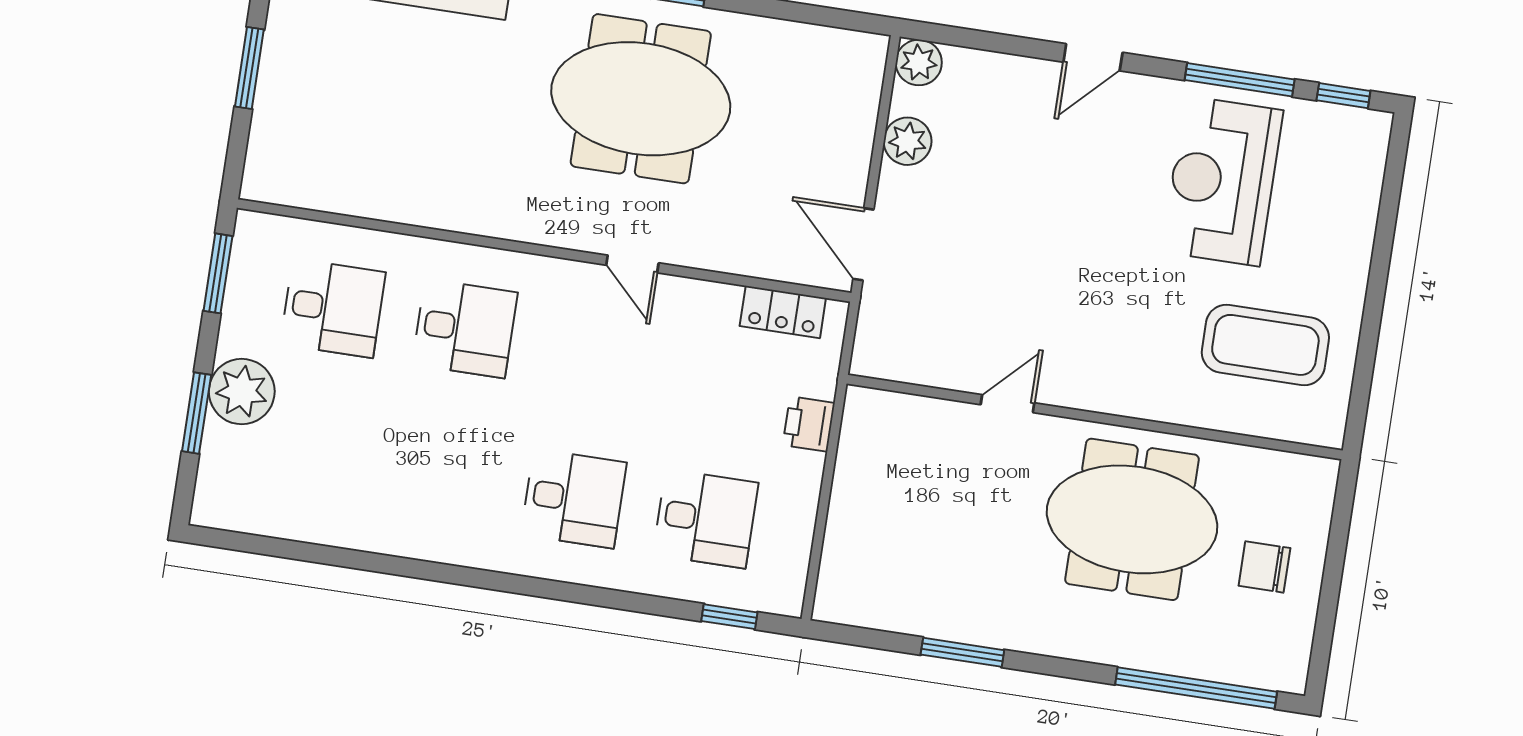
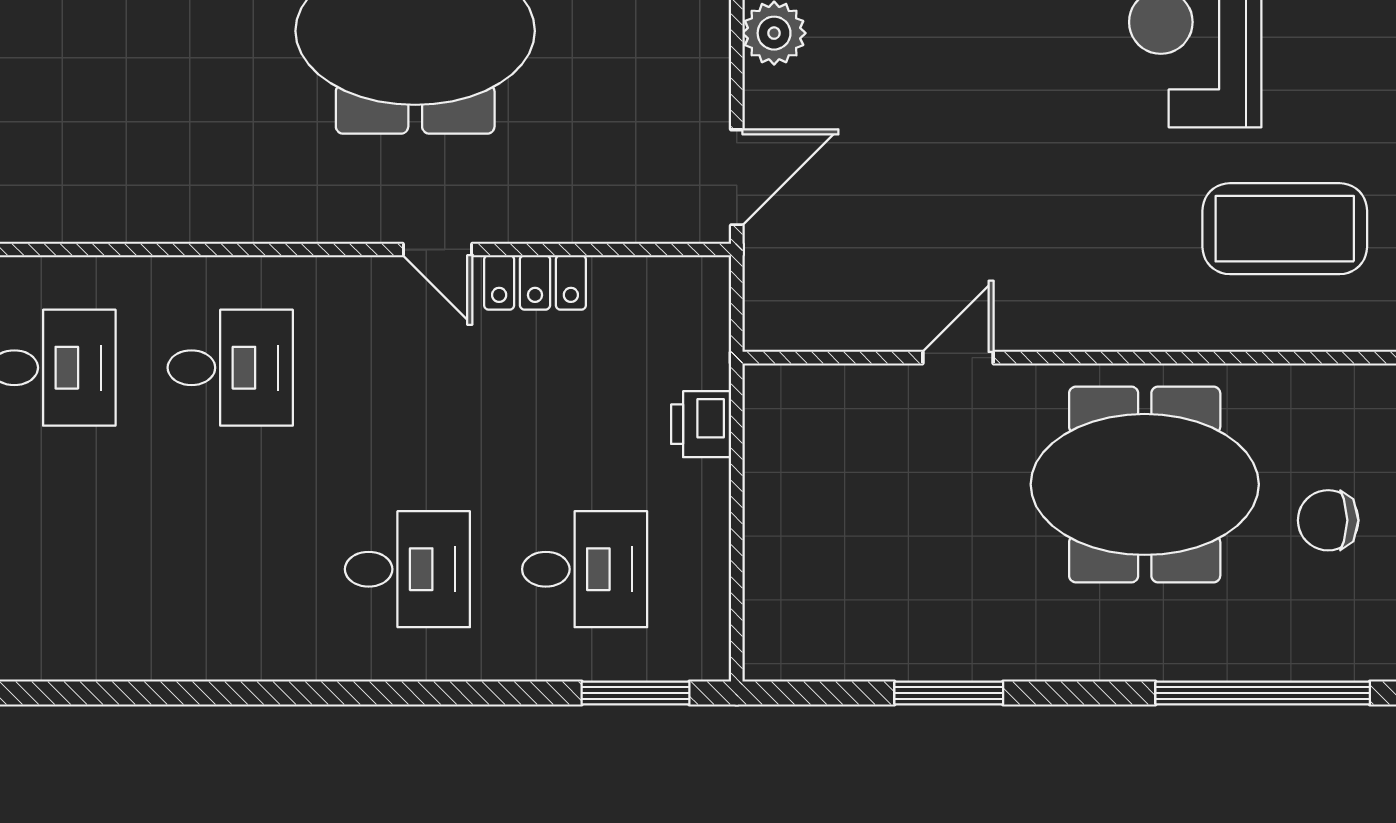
door: (863, 244) -> (737, 177), swing flipped
locker: (783, 312) -> (535, 282), moved
window: (729, 617) -> (636, 693), width x1.50

